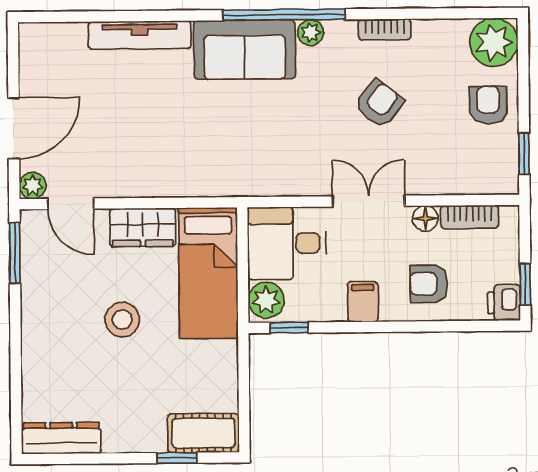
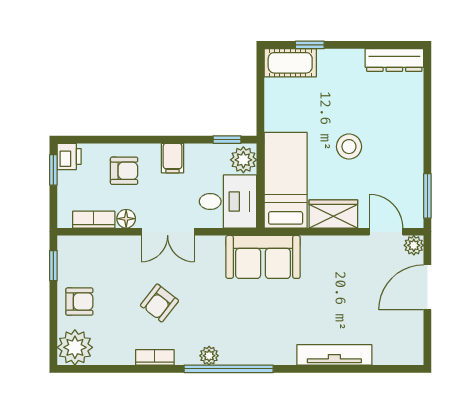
sofa: (245, 50) -> (263, 257), moved, turned 180
armchair: (488, 105) -> (79, 302), turned -90

